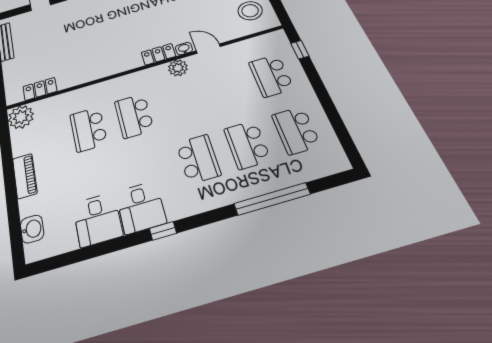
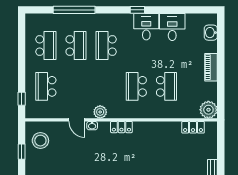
locker: (158, 54) -> (121, 127), moved
school desk: (271, 76) -> (46, 86), turned 180
school desk: (134, 116) -> (136, 86), turned 180

